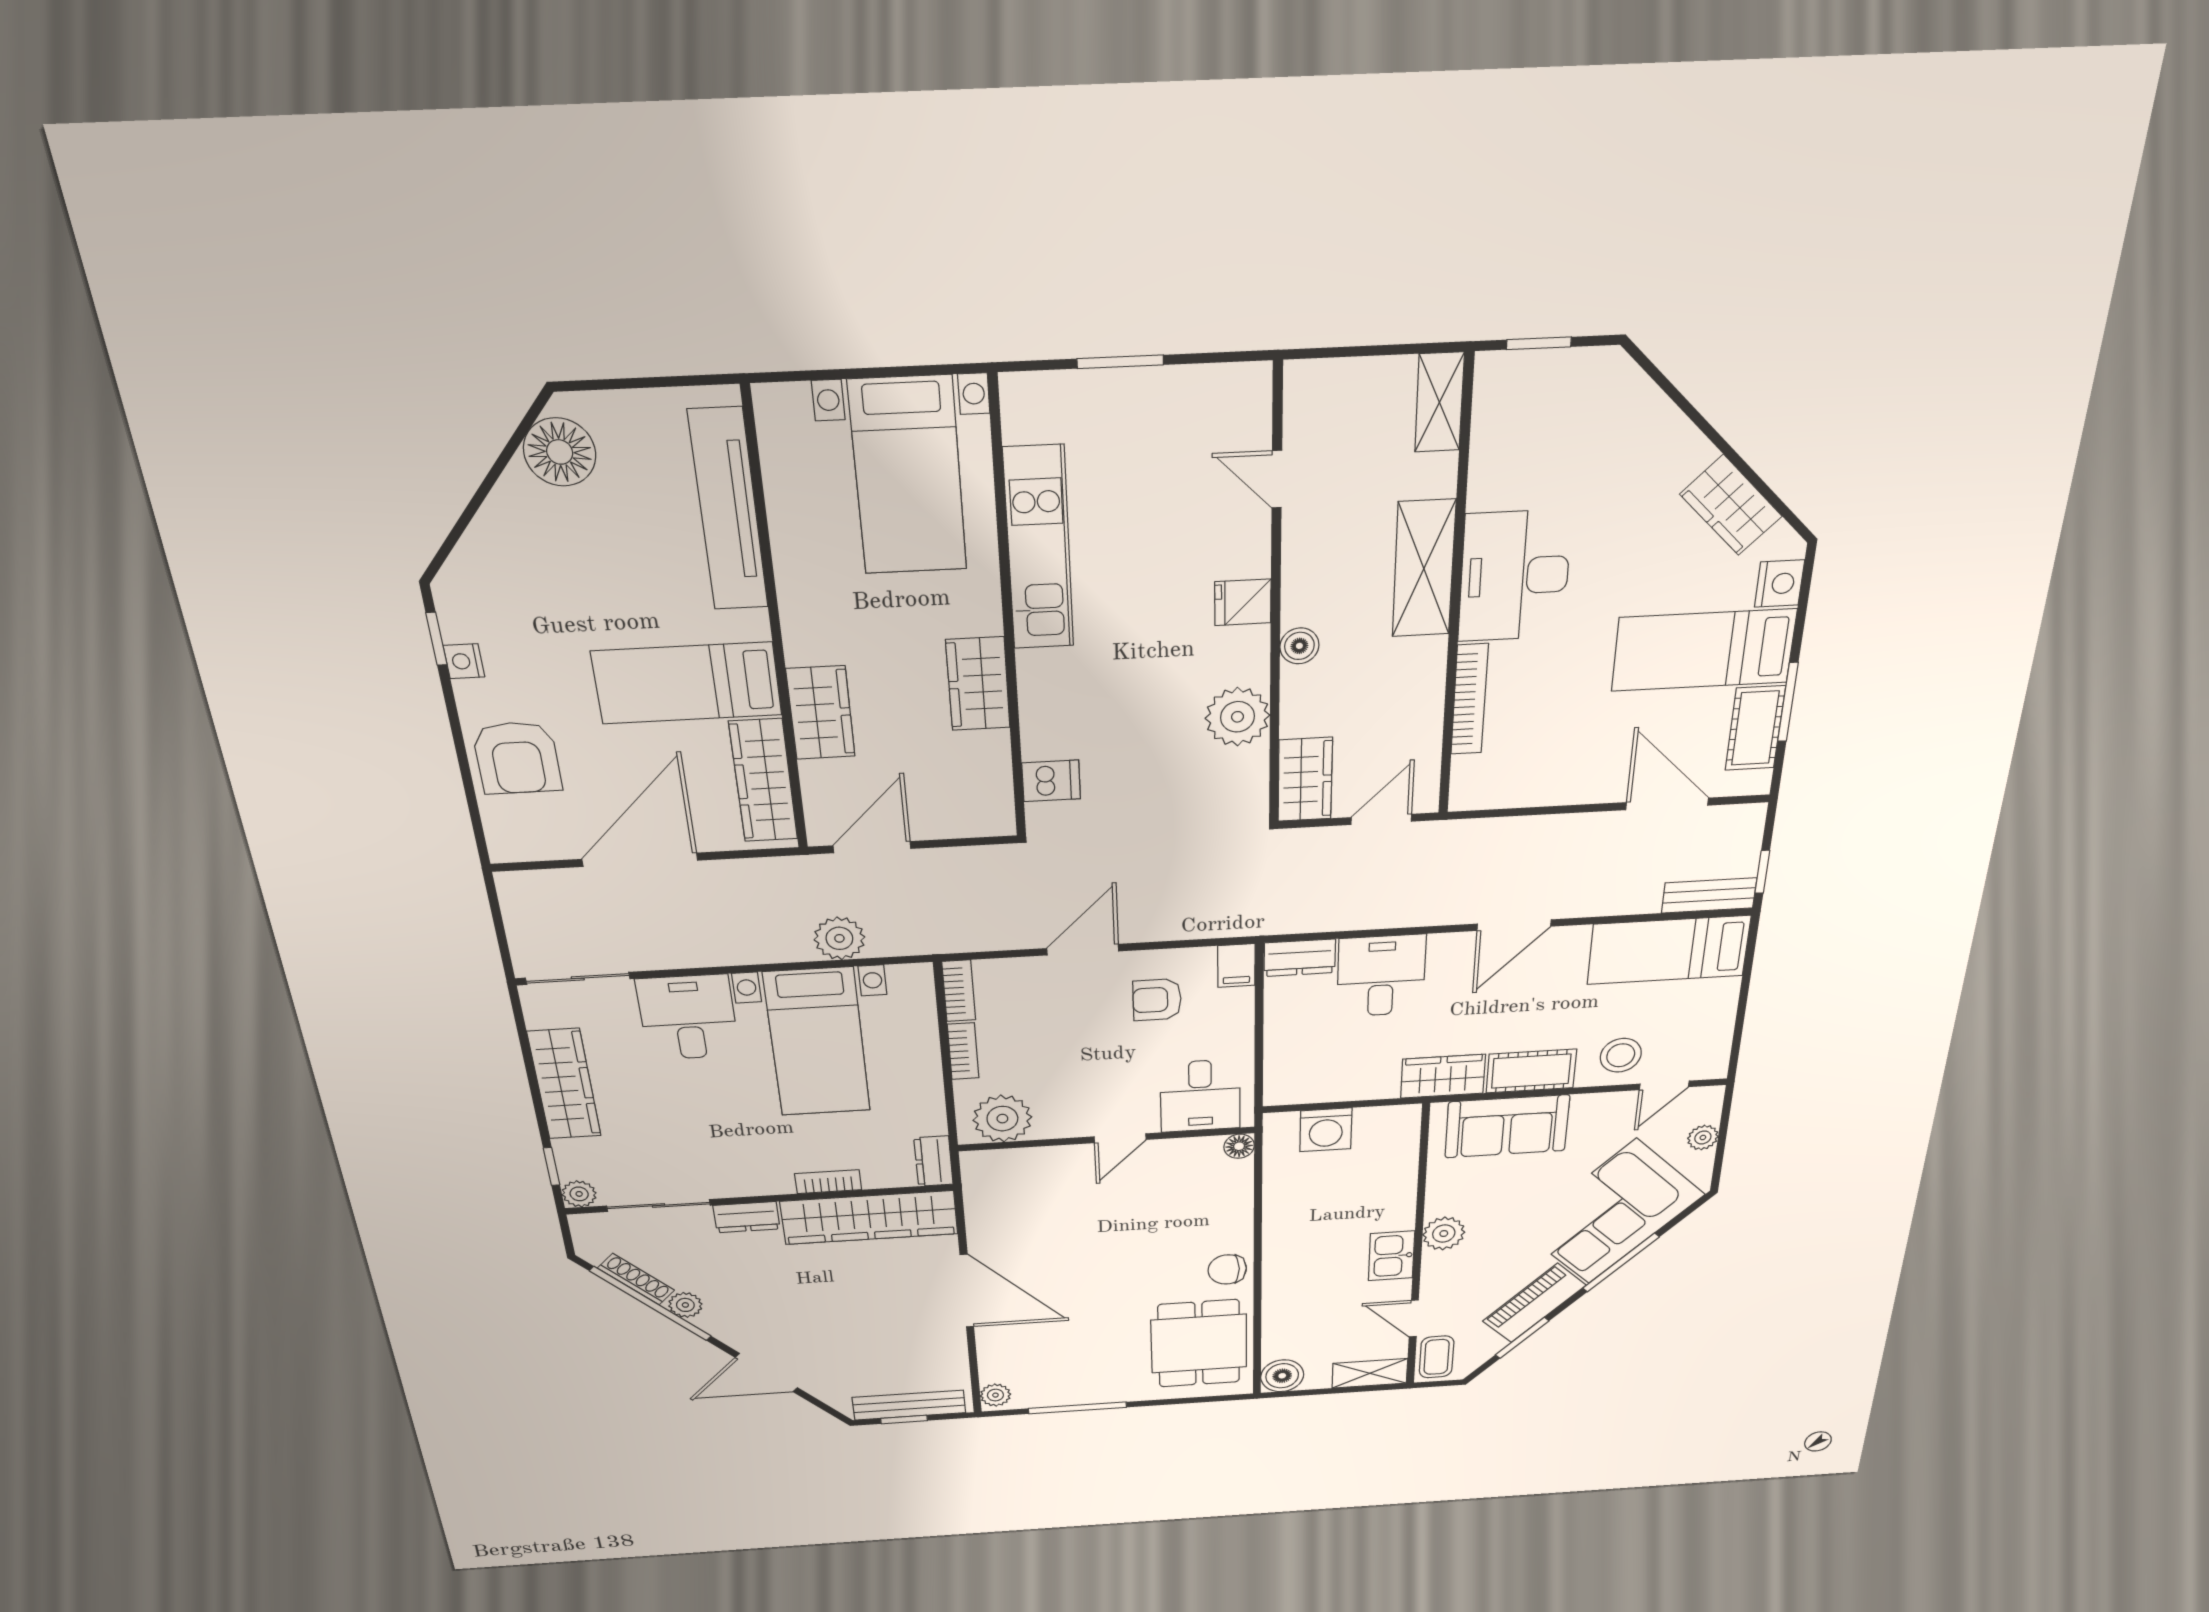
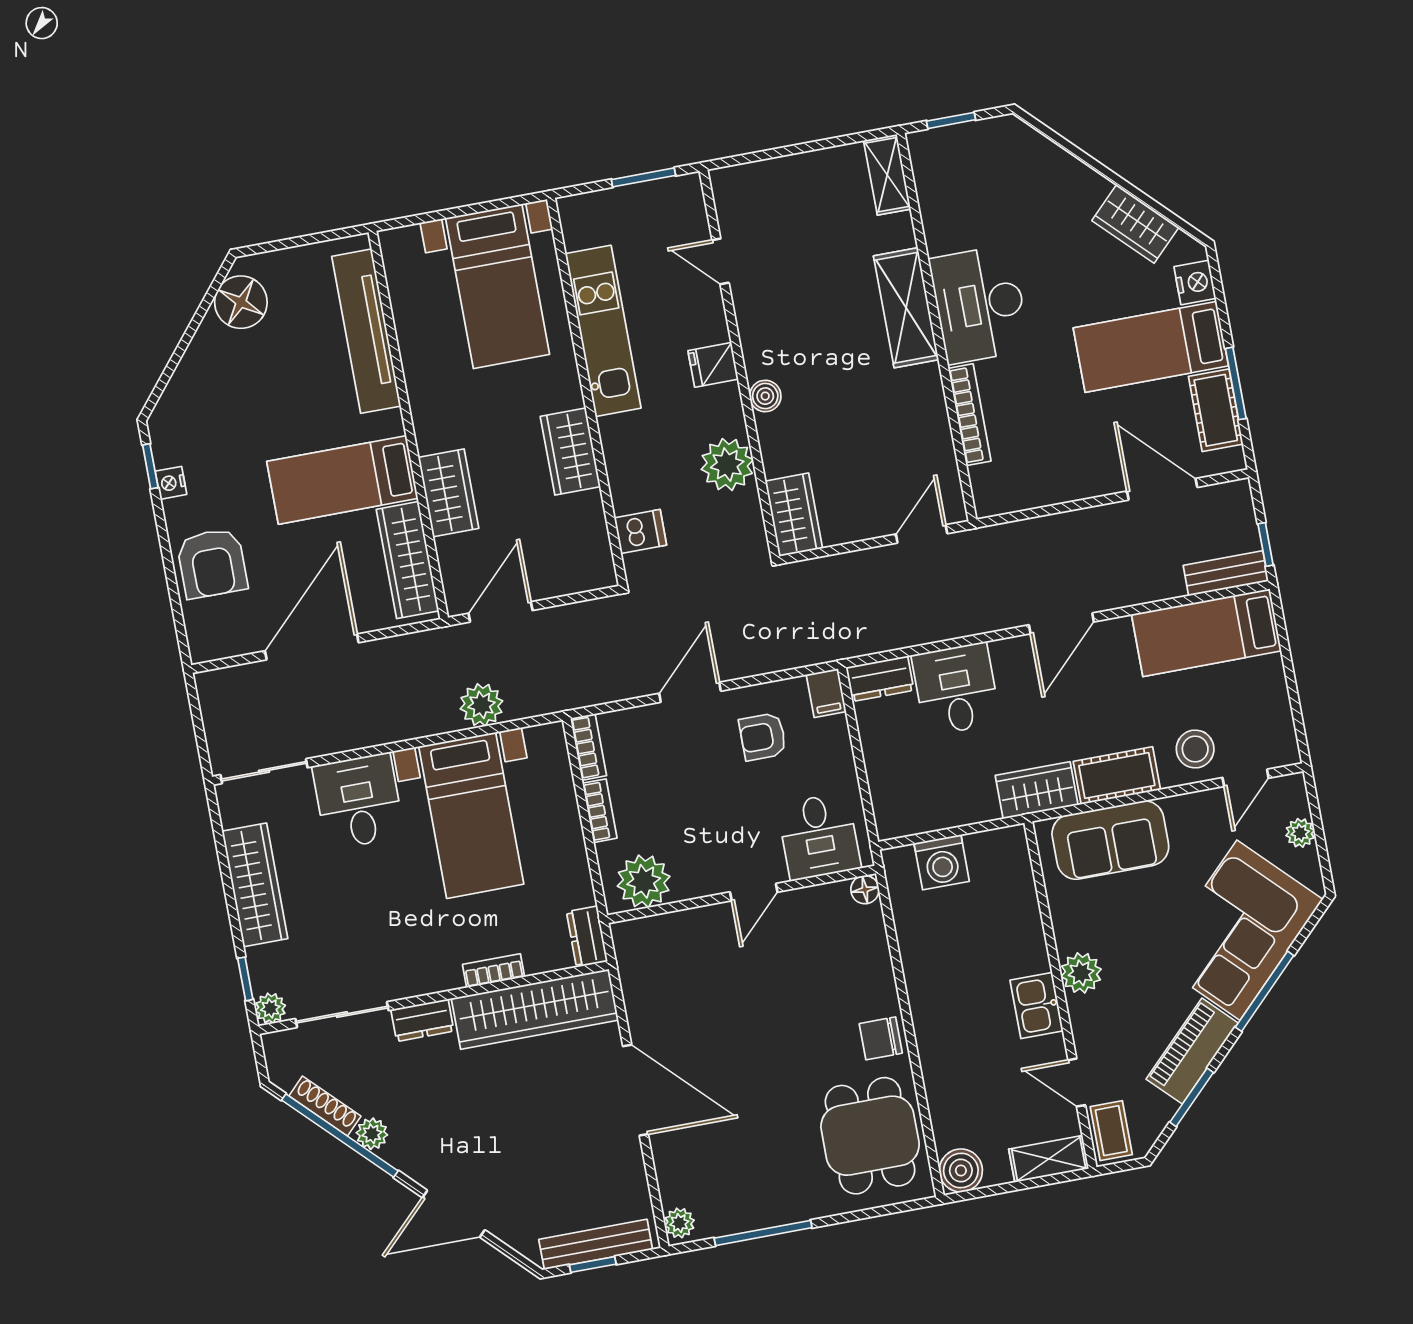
door: (1277, 479) -> (720, 261), moved
fridge: (1243, 602) -> (713, 365), moved
wall: (1276, 605) -> (739, 364), moved
boiler: (1299, 646) -> (765, 396), moved
plant: (1237, 717) -> (727, 465), moved
wardrobe: (1305, 780) -> (794, 515), moved

